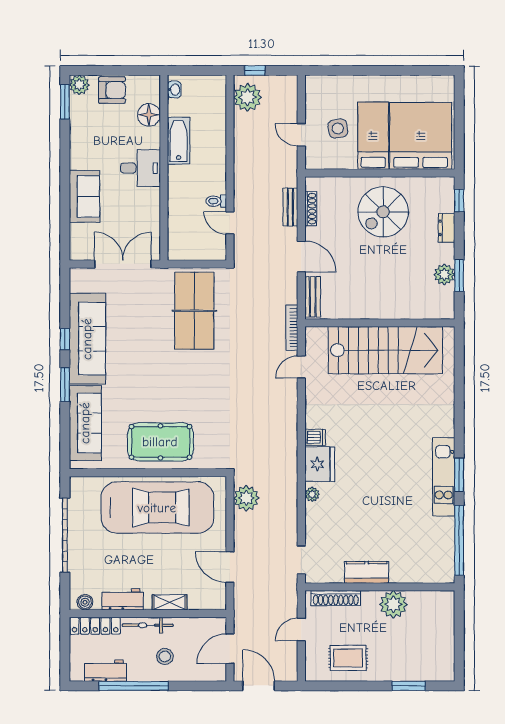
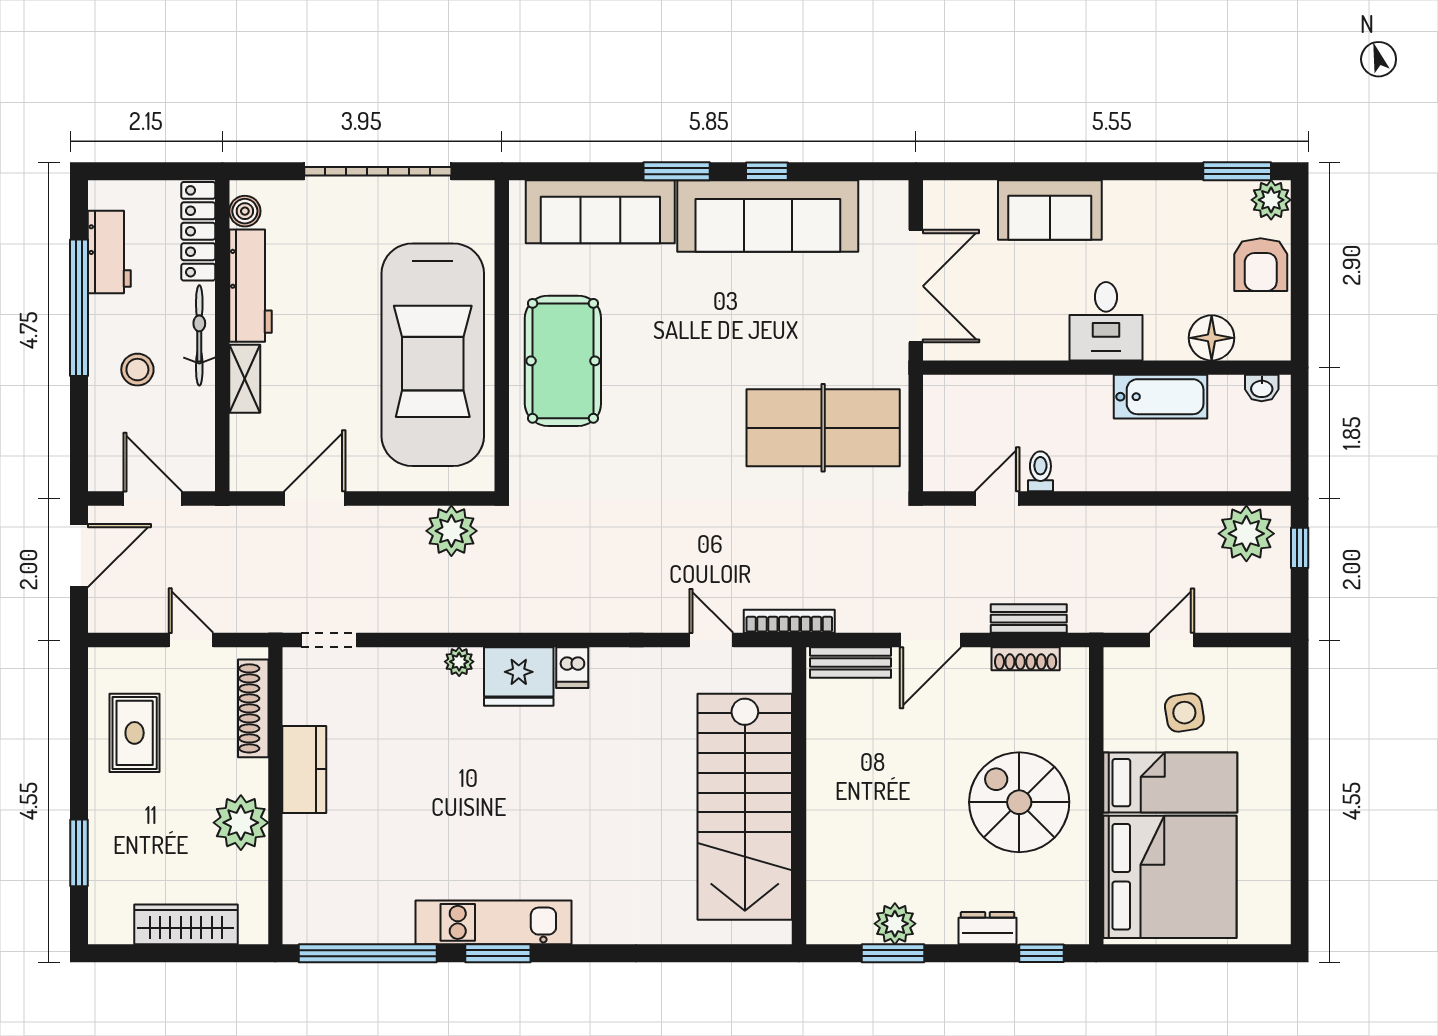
workbench: (123, 599) -> (250, 286), width x1.38
wardrobe: (445, 632) -> (186, 924), added

